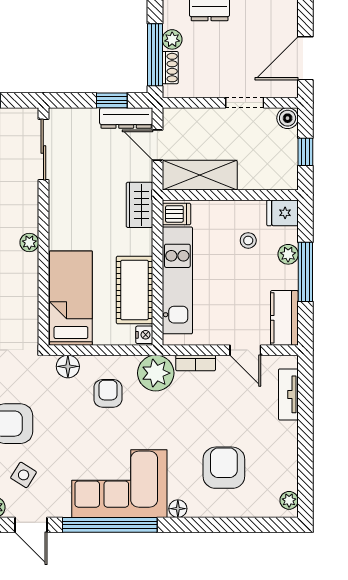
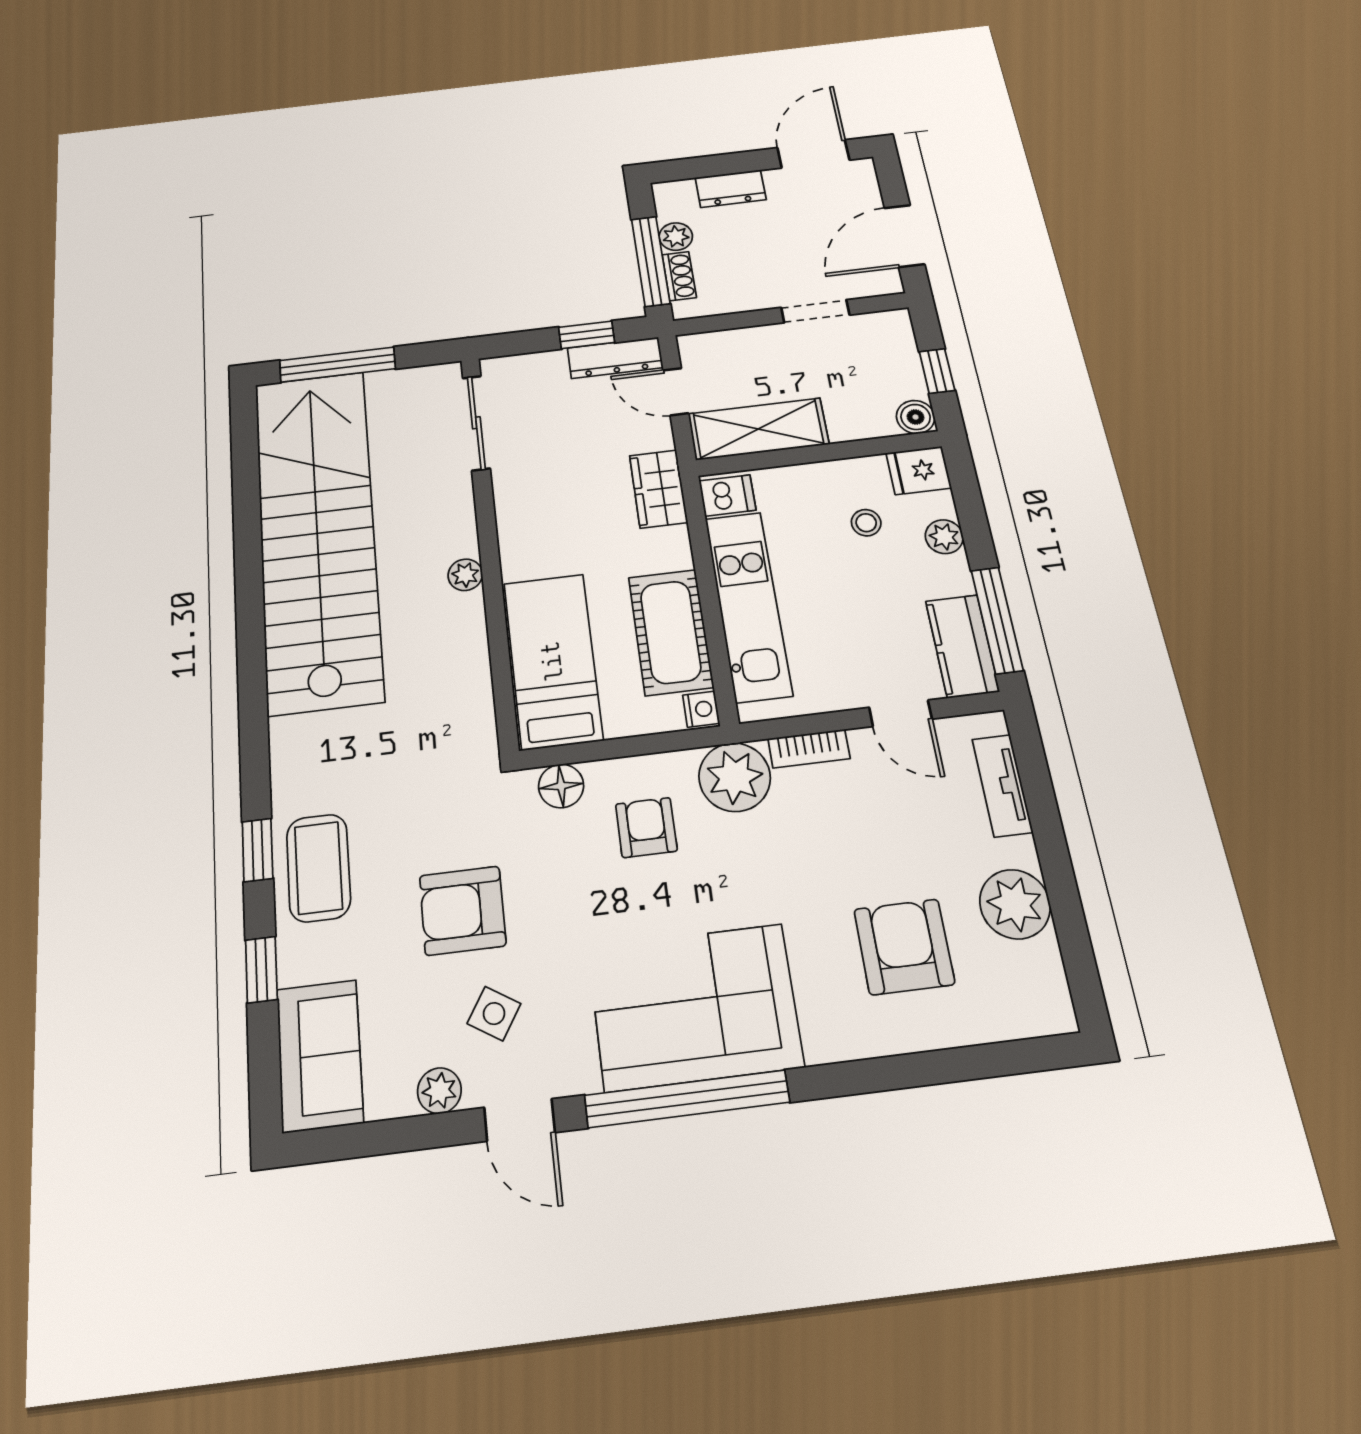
boiler: (288, 118) -> (916, 417), moved
window: (305, 272) -> (997, 620), moved
plant: (289, 500) -> (1015, 904), moved, width x1.87, depth x1.87
floor lamp: (178, 509) -> (825, 1045), removed

